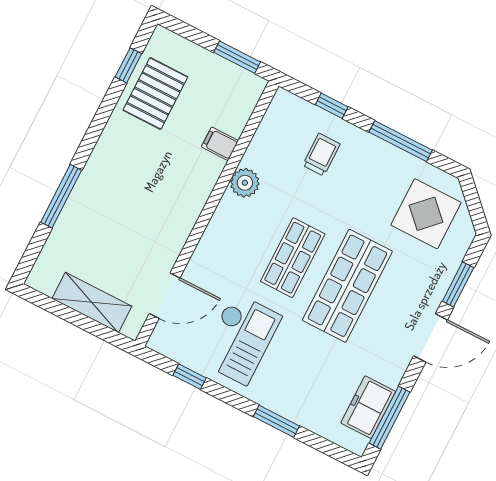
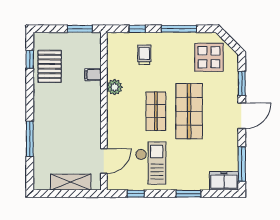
freezer: (368, 407) -> (224, 181), moved, turned 90

